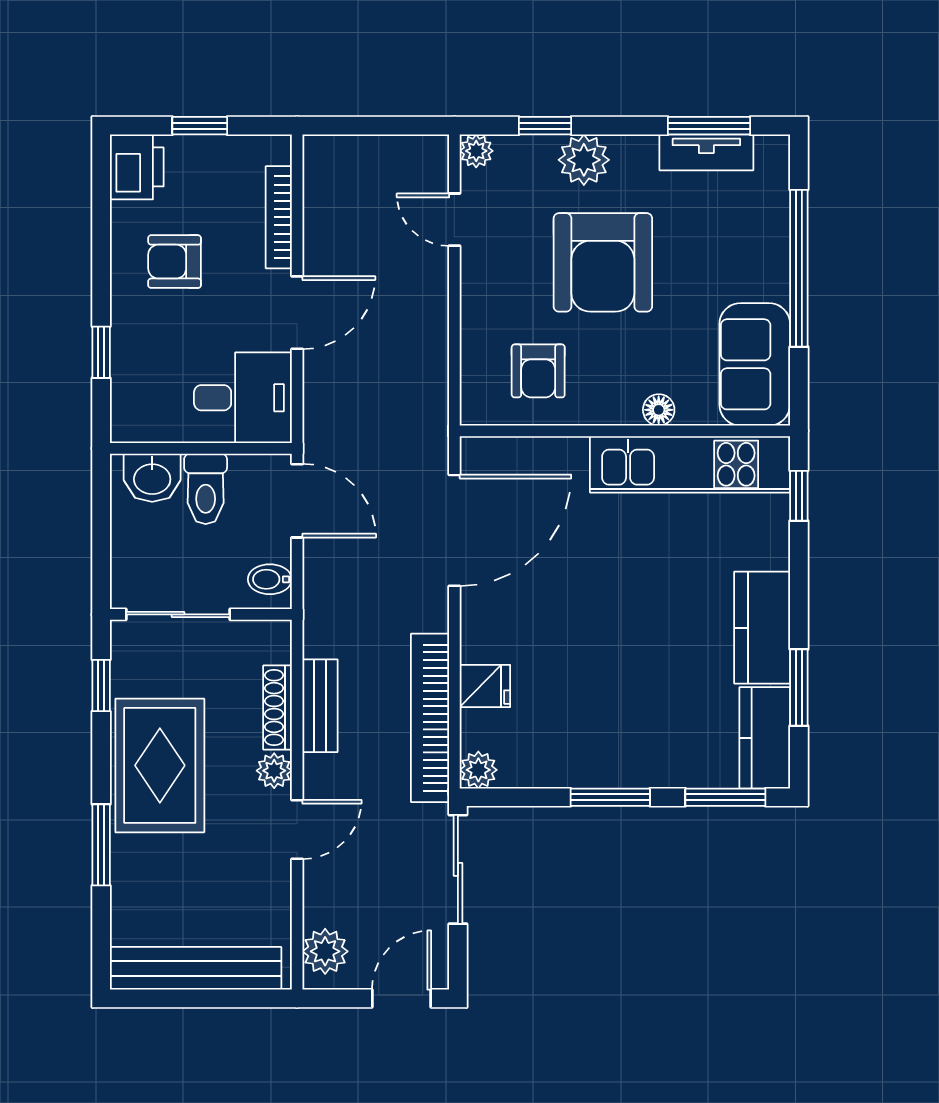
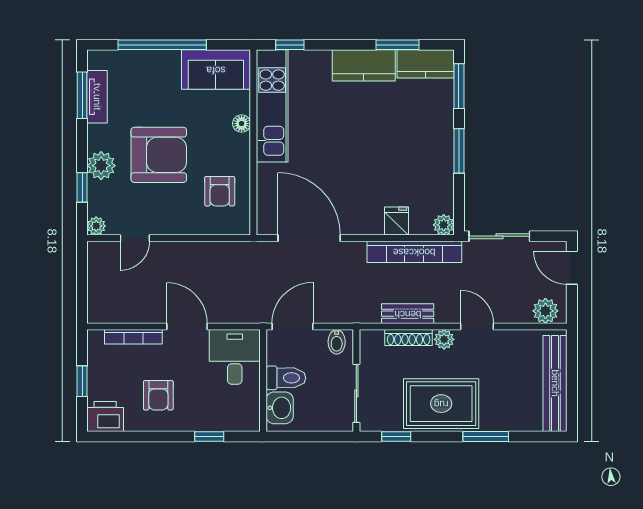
armchair: (538, 371) -> (220, 191), turned 90

